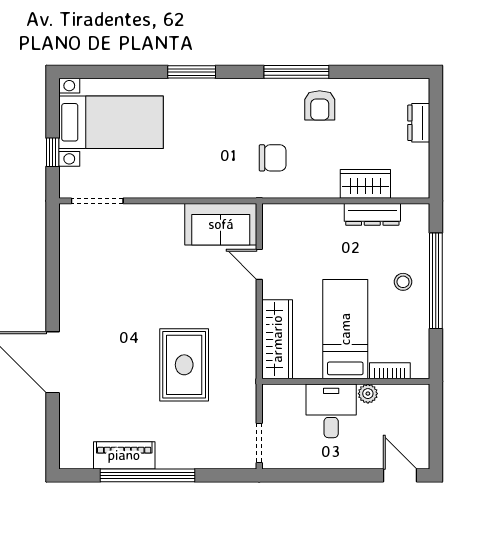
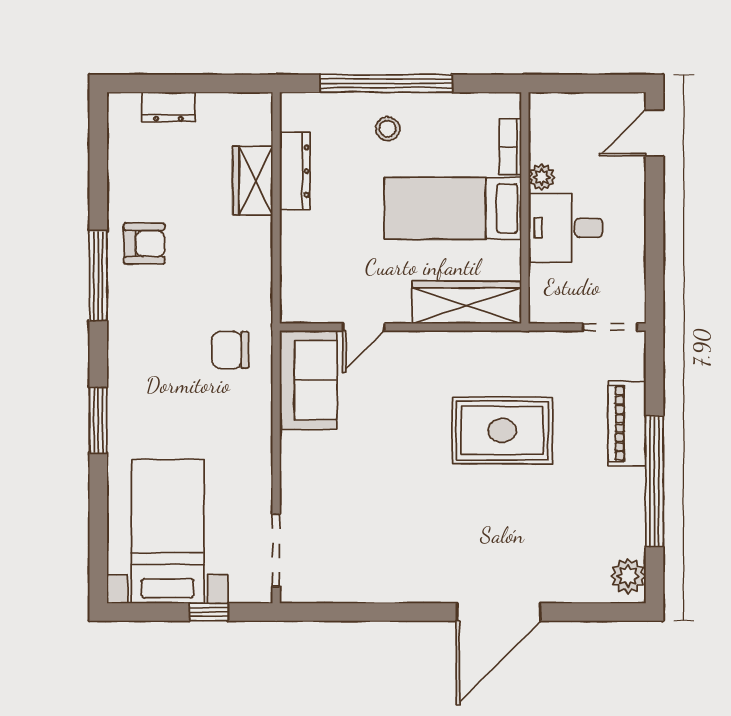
chair: (273, 158) -> (230, 350), moved, turned -90
piano: (124, 455) -> (627, 423), moved
plant: (79, 456) -> (628, 576), added

